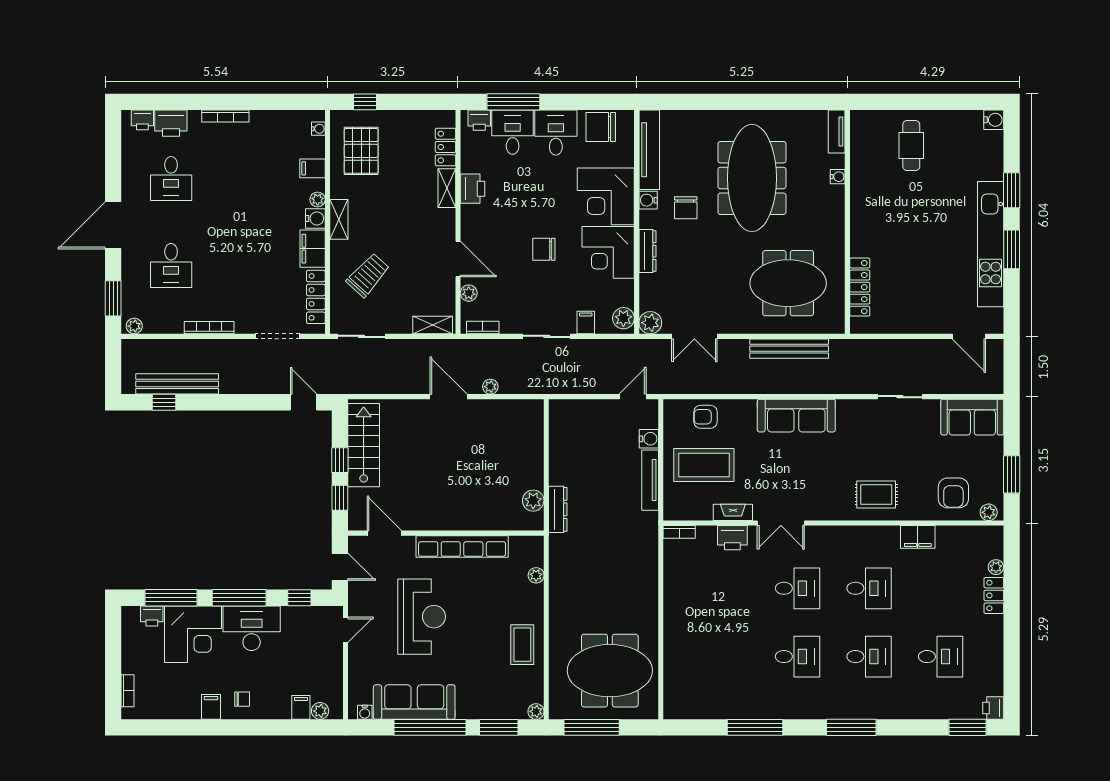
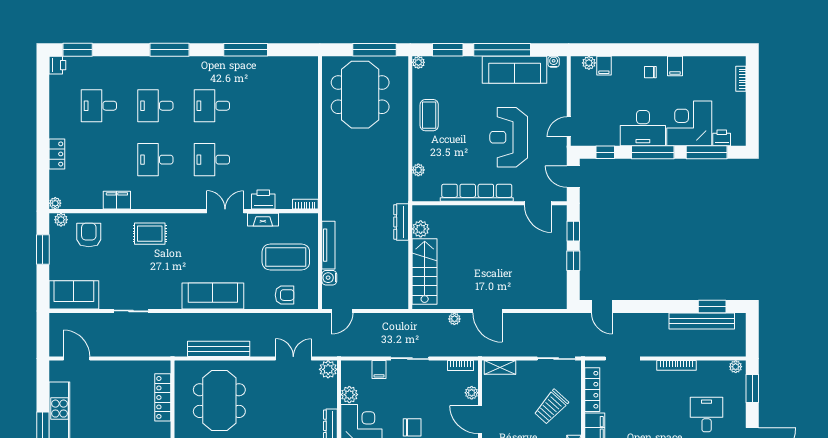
meeting table: (788, 283) -> (219, 401), turned 90
plant: (623, 318) -> (349, 395), moved
window: (164, 402) -> (712, 307), width x1.50
stairs: (364, 445) -> (425, 271), moved, turned 180
plant: (996, 567) -> (55, 203), moved
meeting table: (610, 671) -> (360, 95), turned 90

